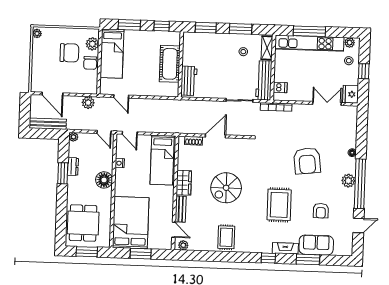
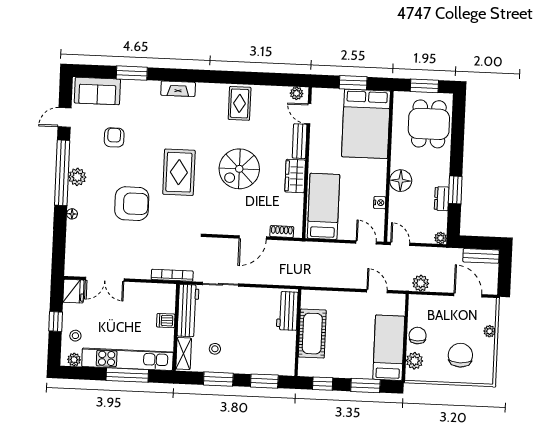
plant: (37, 33) -> (490, 331), moved
chair: (69, 53) -> (460, 355), moved, turned 90
dishwasher: (280, 88) -> (166, 321), moved
bench: (48, 124) -> (481, 256), width x0.73
armchair: (307, 161) -> (132, 204), turned 97
spiral stairs: (226, 188) -> (239, 169), turned 180
rug: (279, 205) -> (179, 172), moved
sofa: (316, 245) -> (97, 91), moved
fireplace: (285, 248) -> (178, 89), moved
window: (268, 258) -> (184, 75), removed

